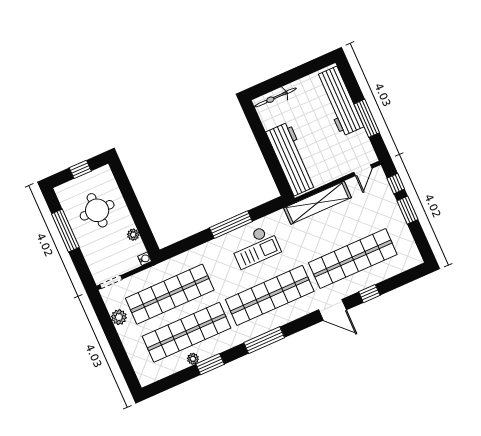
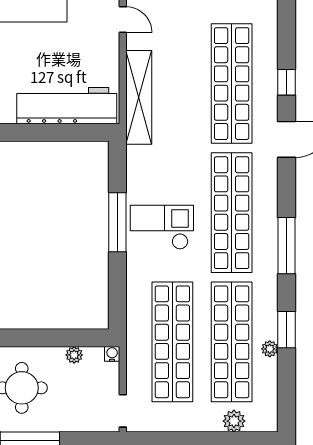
checkout: (255, 247) -> (162, 227), moved, turned -90
plant: (119, 317) -> (234, 421), moved

